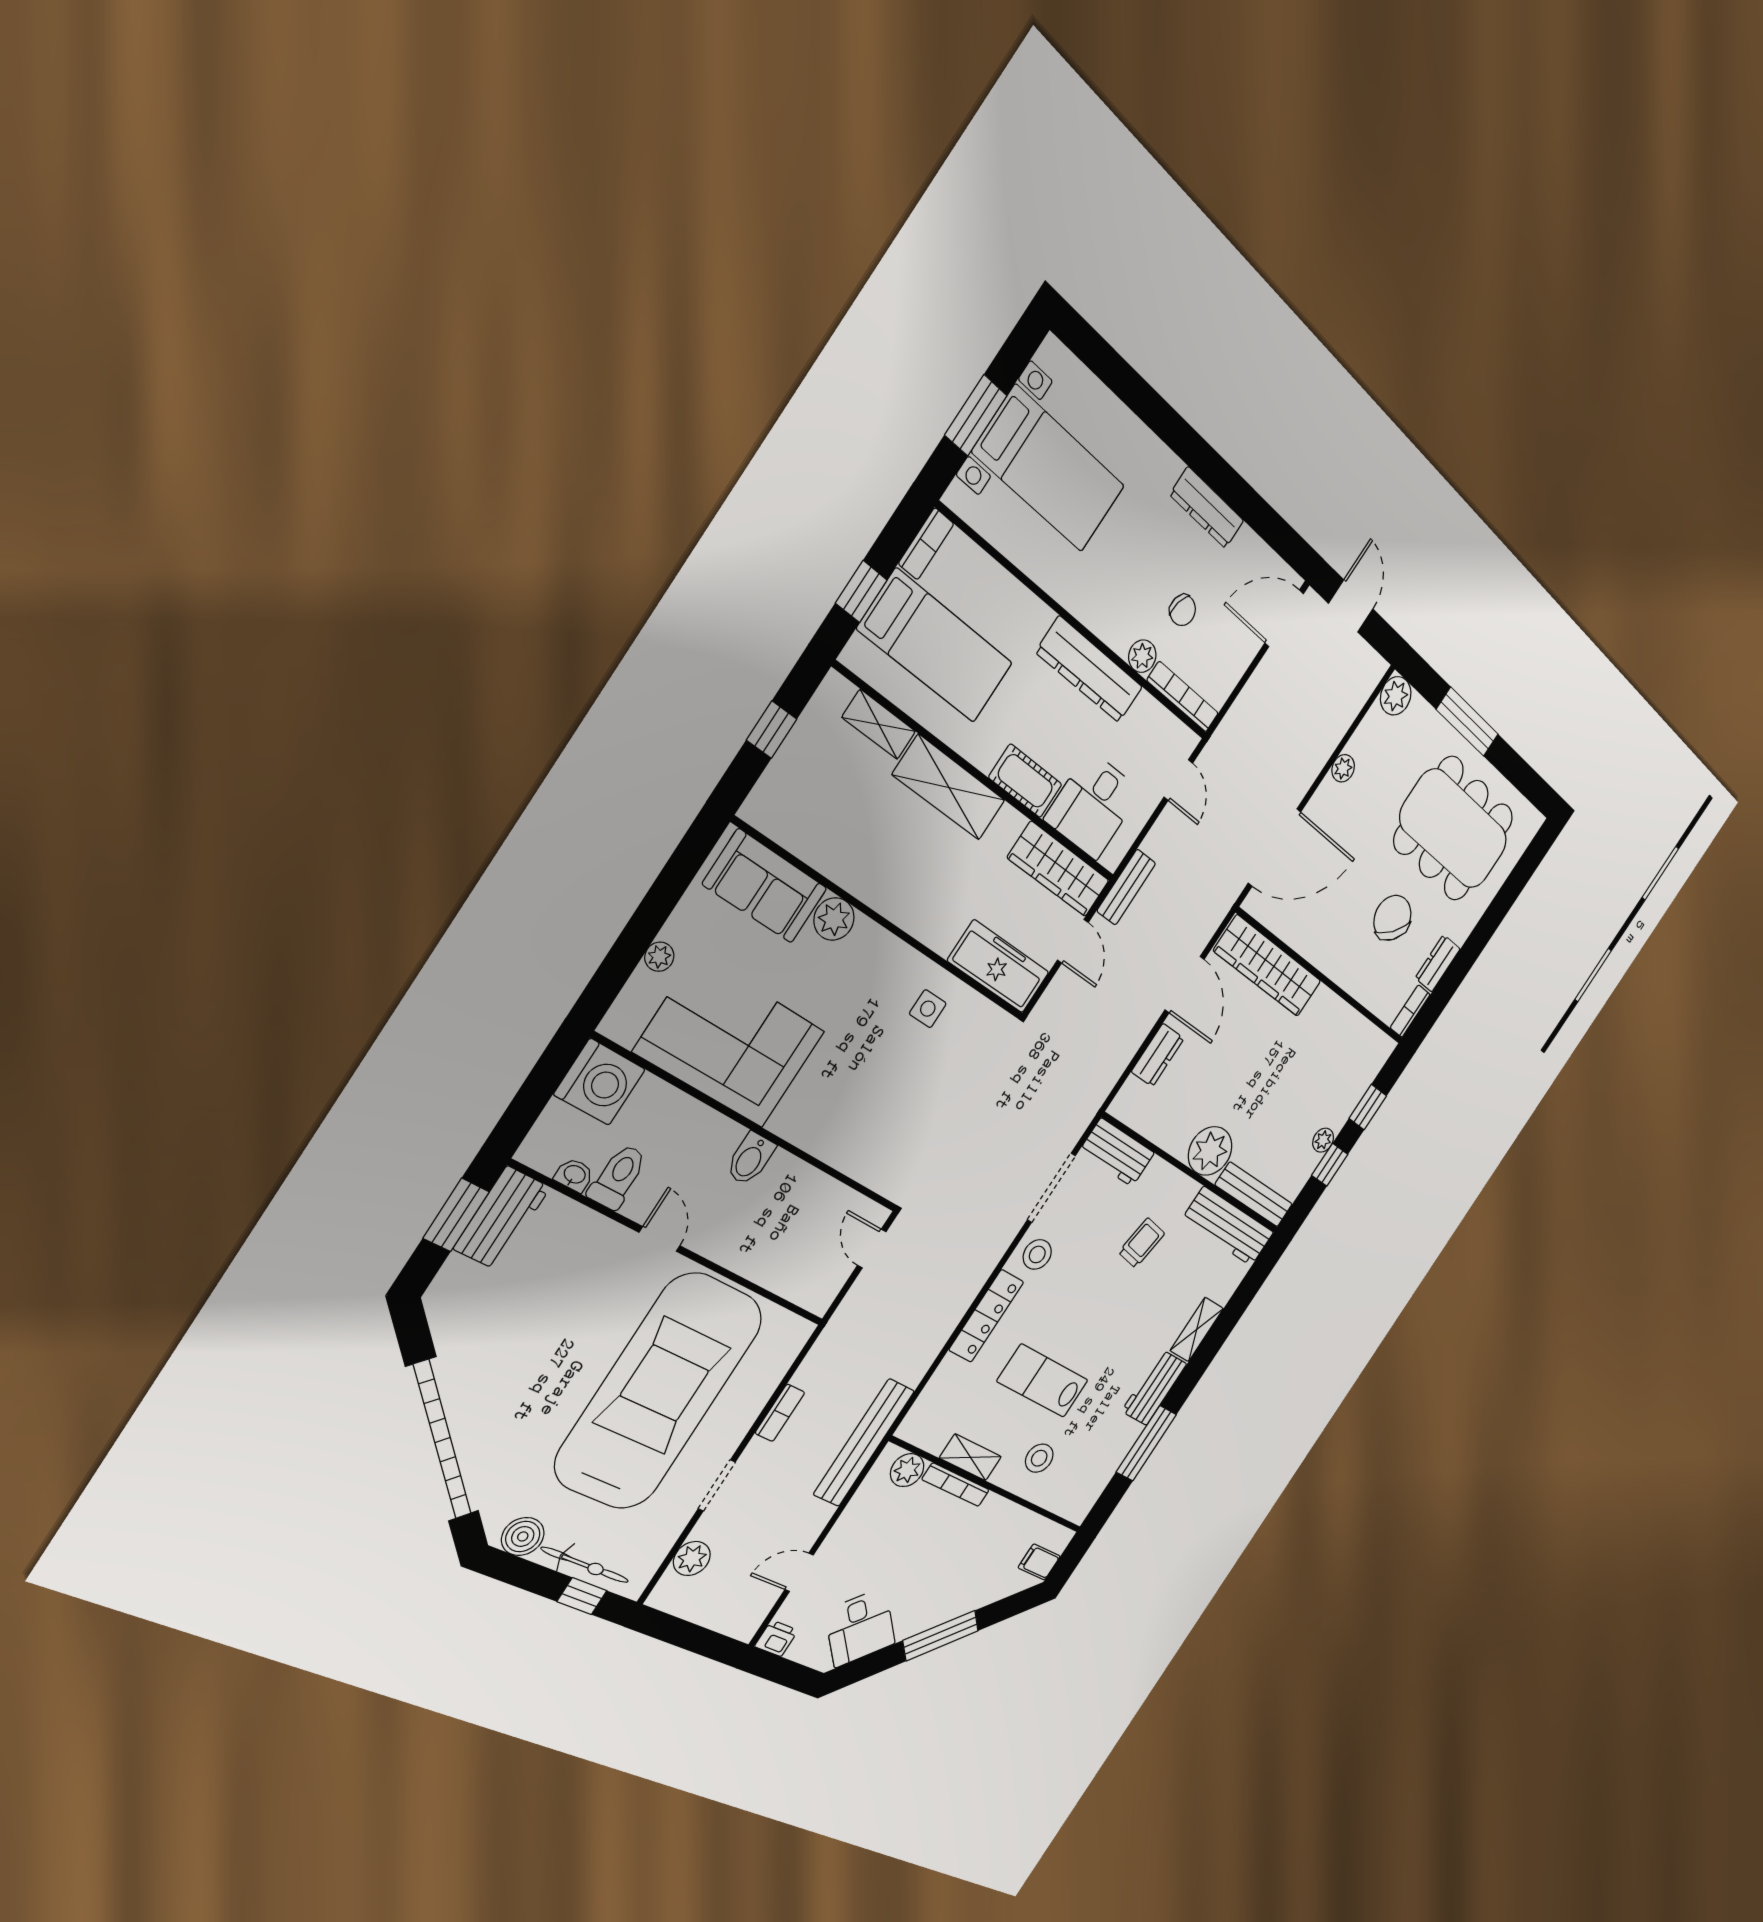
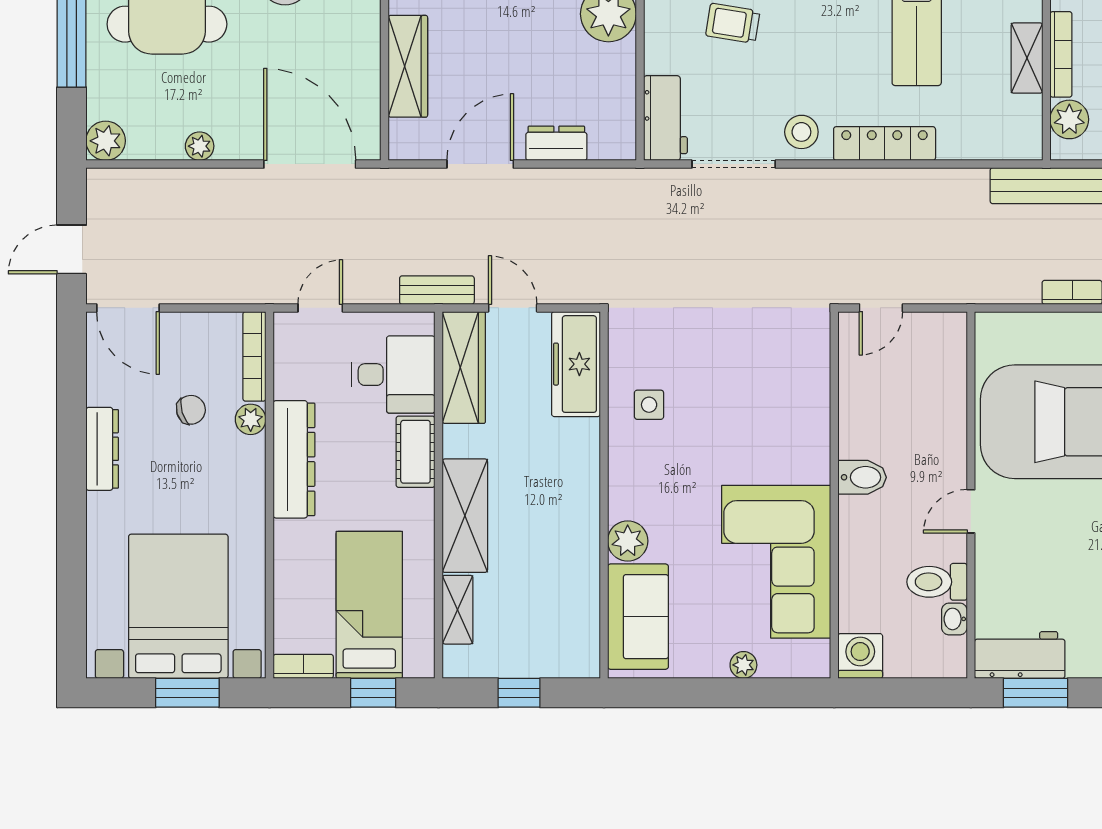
bed with nightstands: (1049, 469) -> (178, 606), width x1.36
chair: (1183, 610) -> (191, 410), turned 59
door: (1073, 941) -> (513, 308), hinge flipped
wardrobe: (1268, 966) -> (408, 66), width x0.71, depth x0.85
washing machine: (599, 1082) -> (860, 656), width x0.73, depth x0.73

